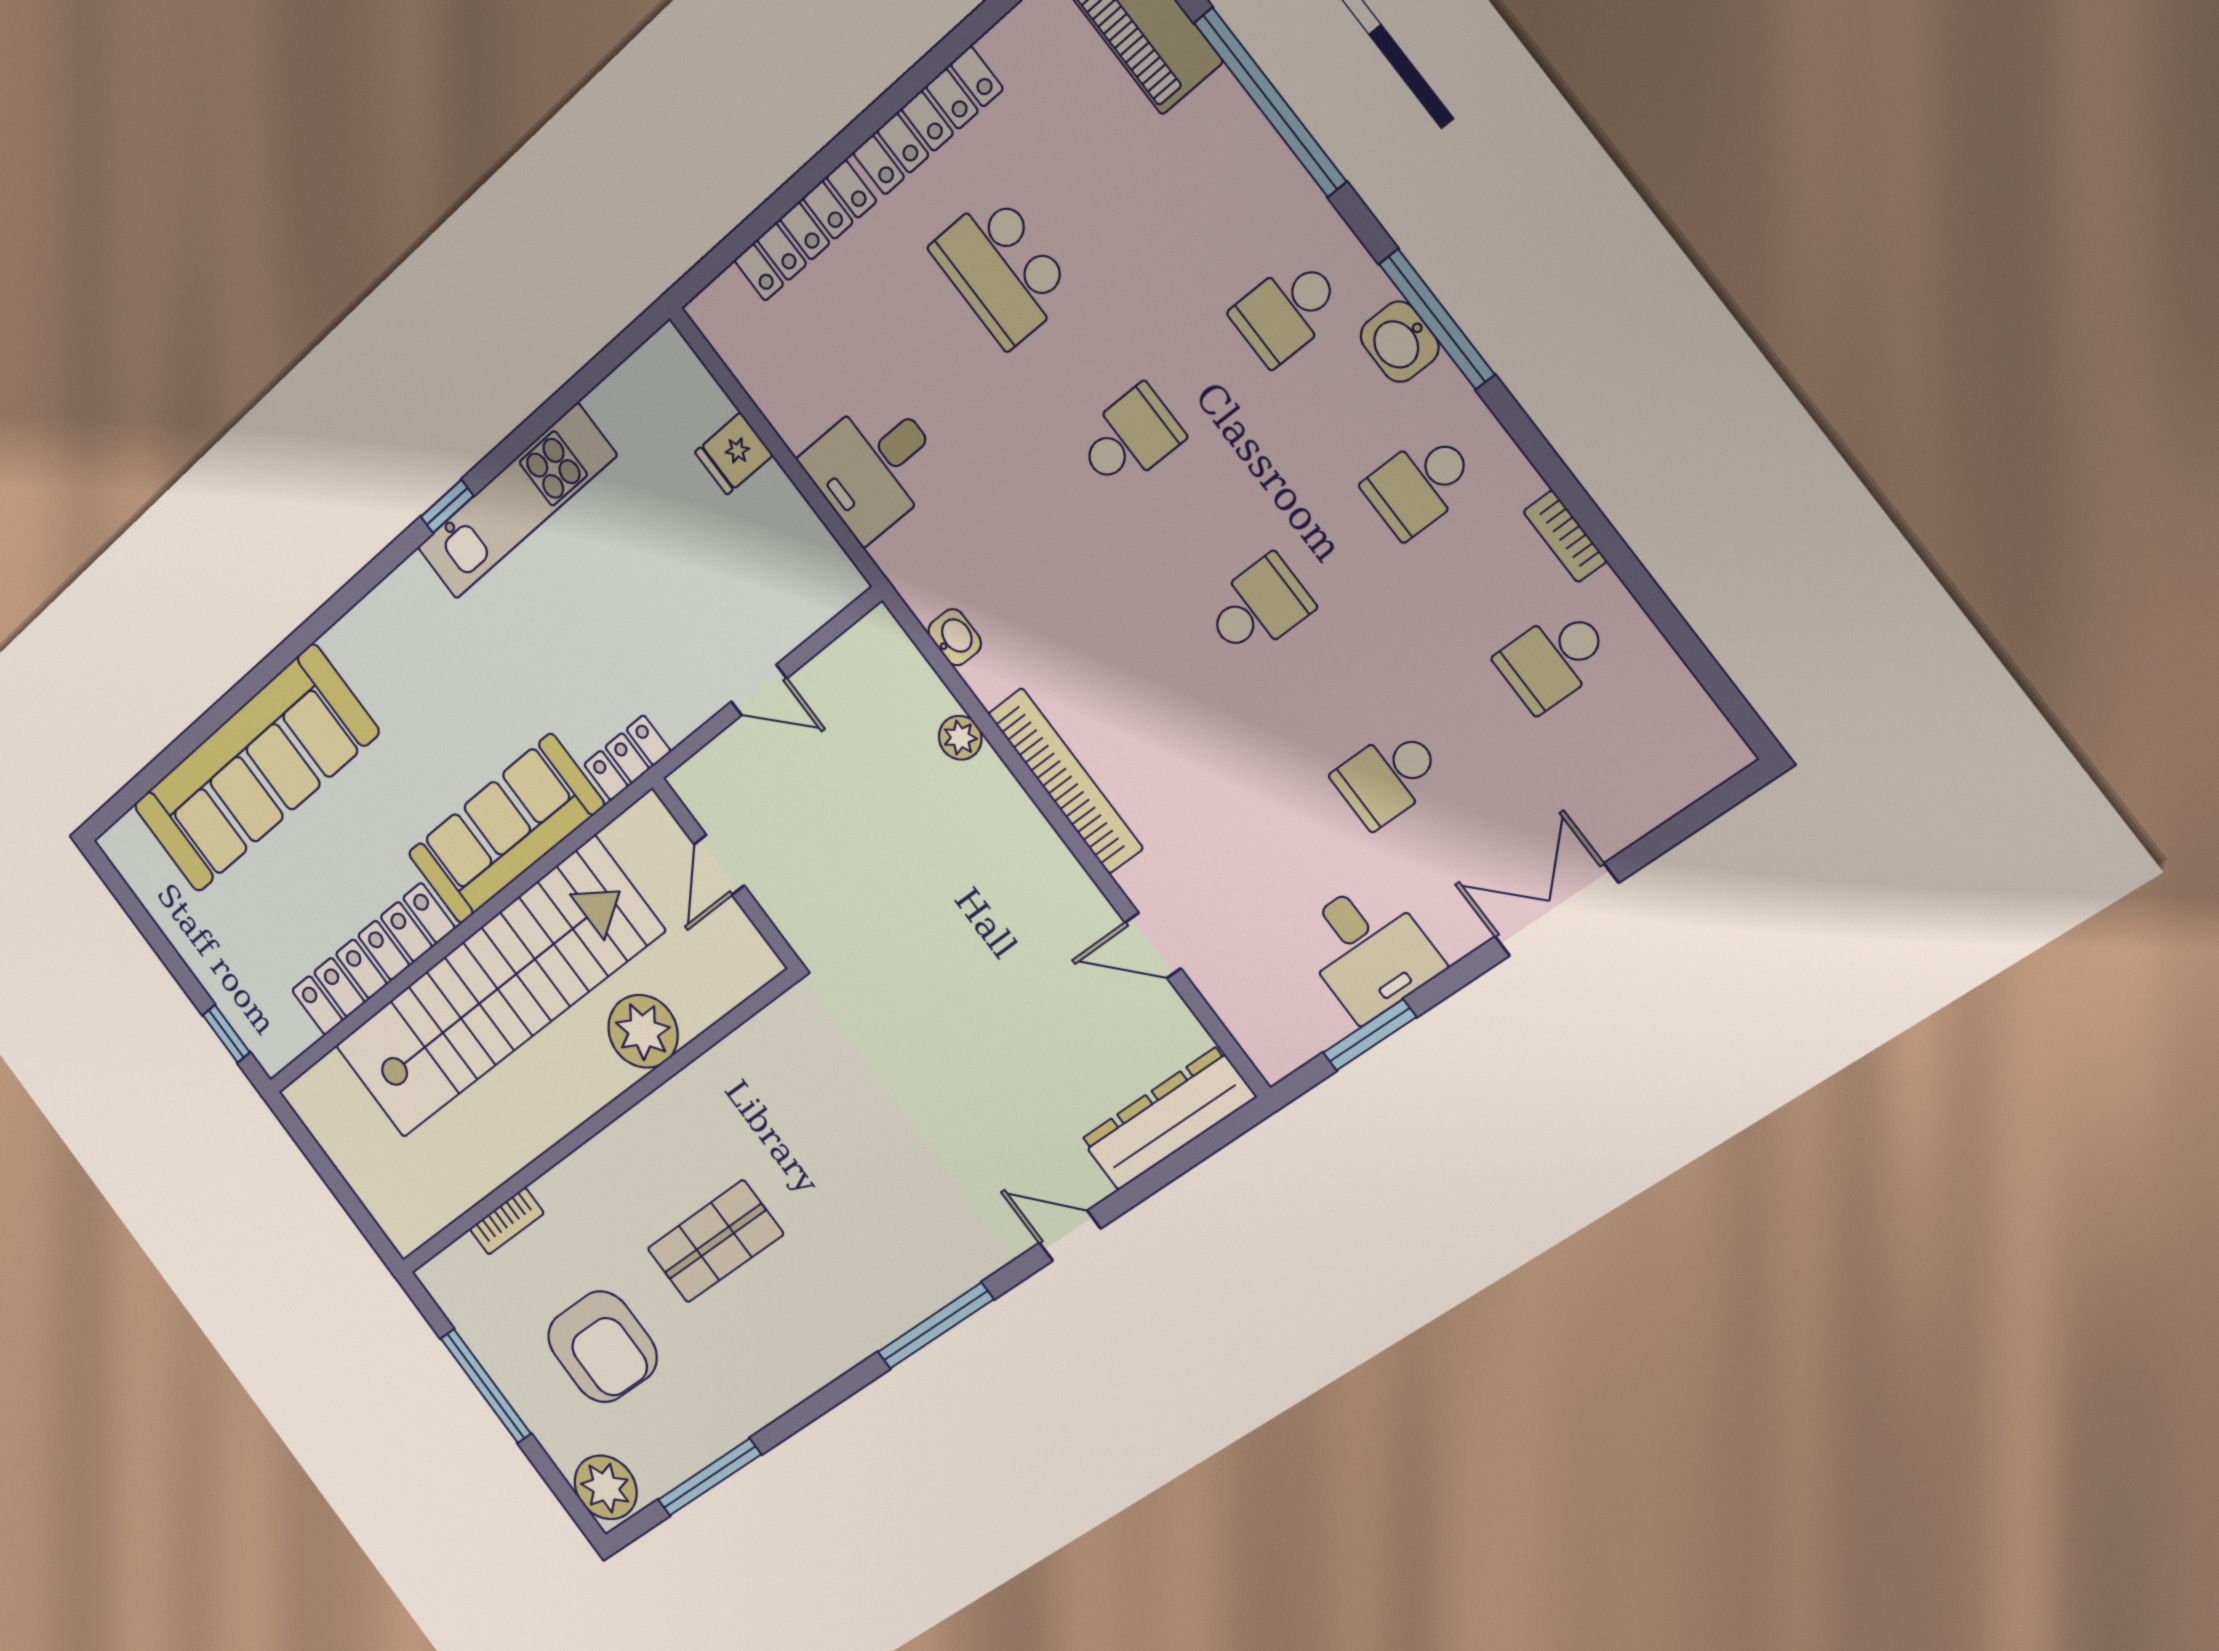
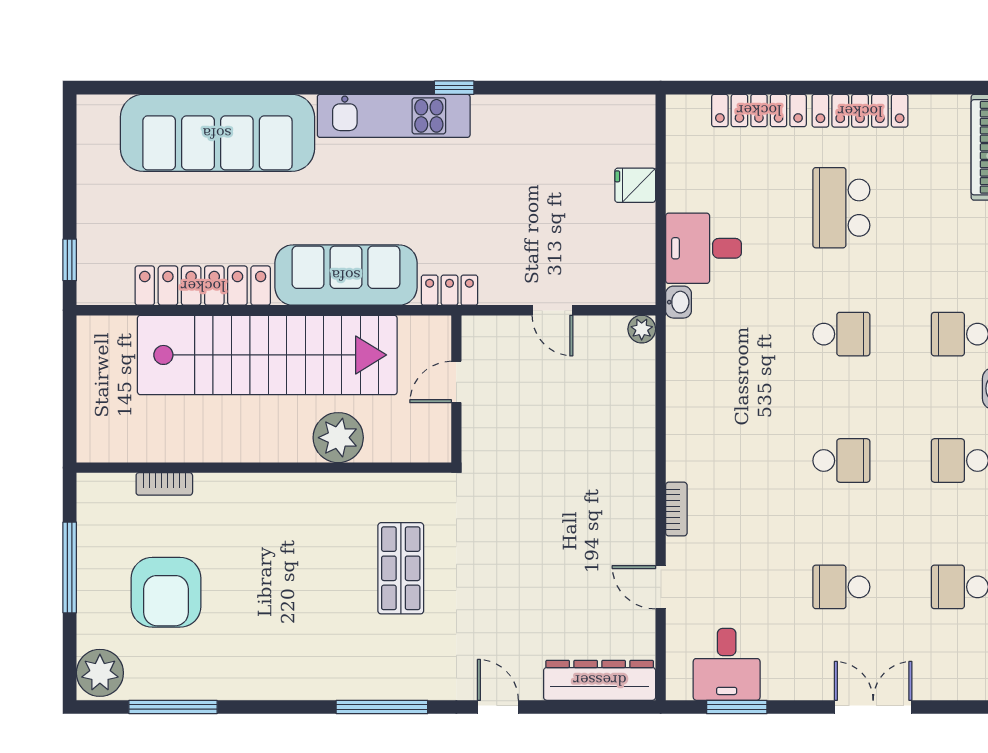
kitchen unit: (516, 502) -> (394, 116), moved
washbasin: (955, 637) -> (679, 302), moved
plant: (960, 738) -> (642, 329), moved
bookcase: (1065, 781) -> (676, 509), width x0.43, depth x0.76
desk: (1368, 950) -> (727, 664), moved
shop shelf: (715, 1241) -> (401, 568), moved, turned 90

